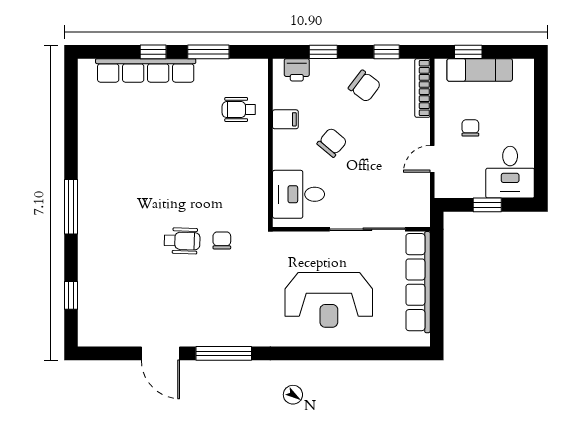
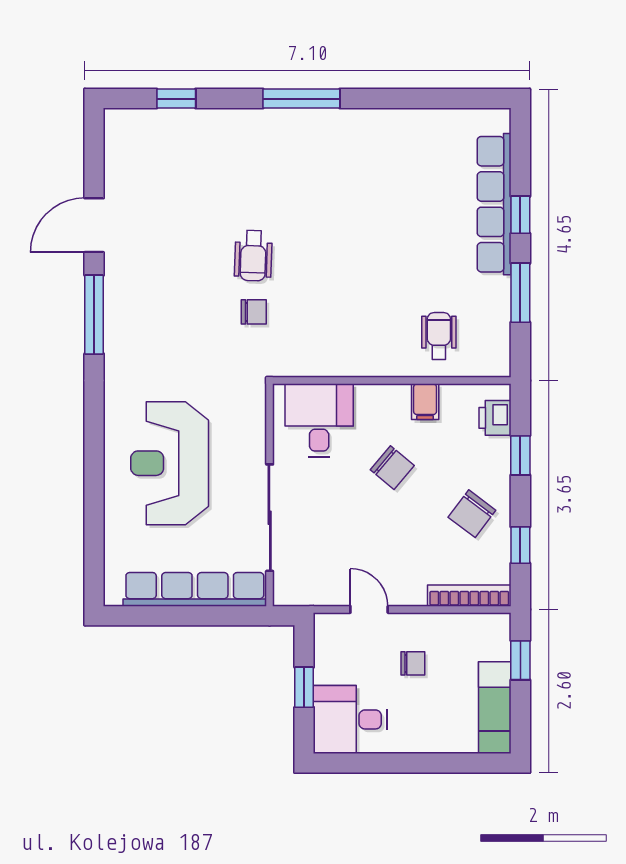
exam couch: (480, 70) -> (495, 708), moved

